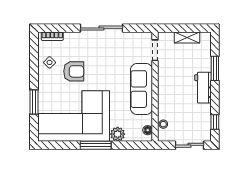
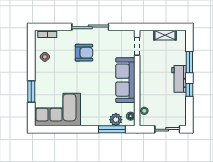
armchair: (74, 71) -> (84, 53), moved
corner sofa: (74, 116) -> (58, 110), width x0.73, depth x0.74
window: (215, 122) -> (189, 90), moved
plant: (118, 134) -> (116, 120), moved
window: (96, 145) -> (112, 129), moved

